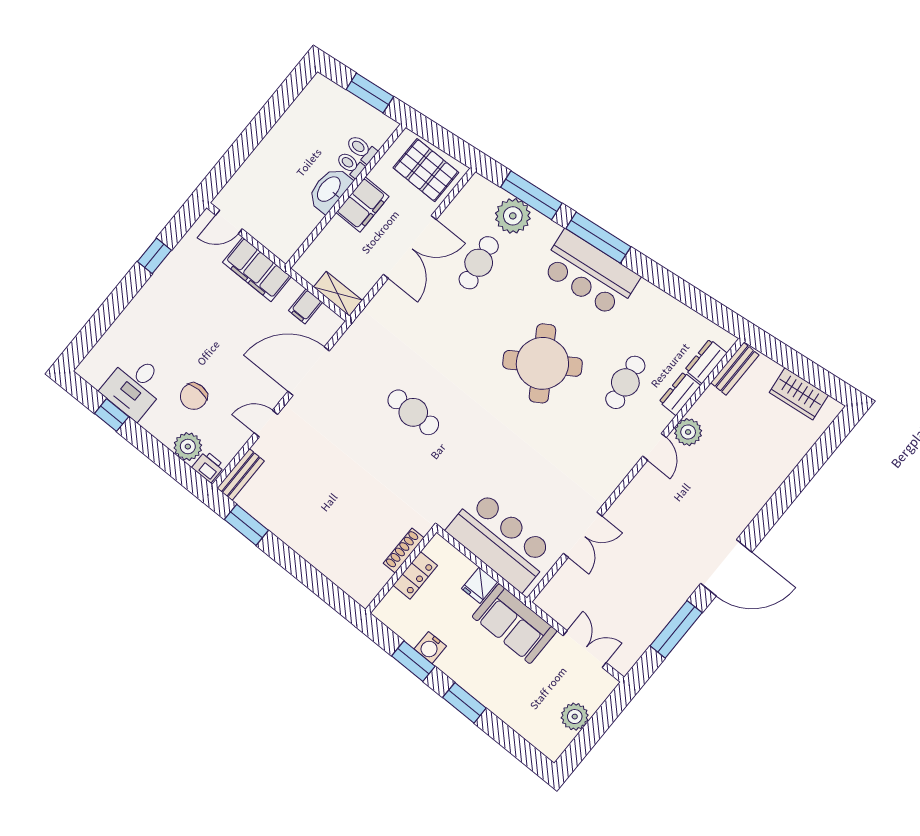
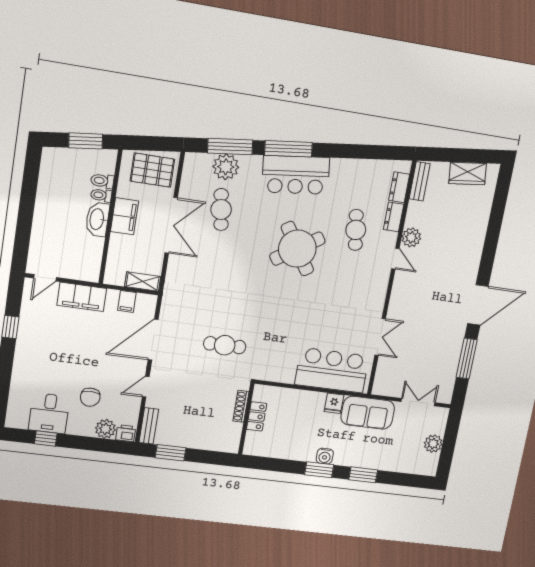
cafe table: (413, 412) -> (225, 345), moved
shoe rack: (404, 551) -> (241, 406), moved
wall: (401, 571) -> (246, 419), moved
locker: (415, 575) -> (257, 416), moved

